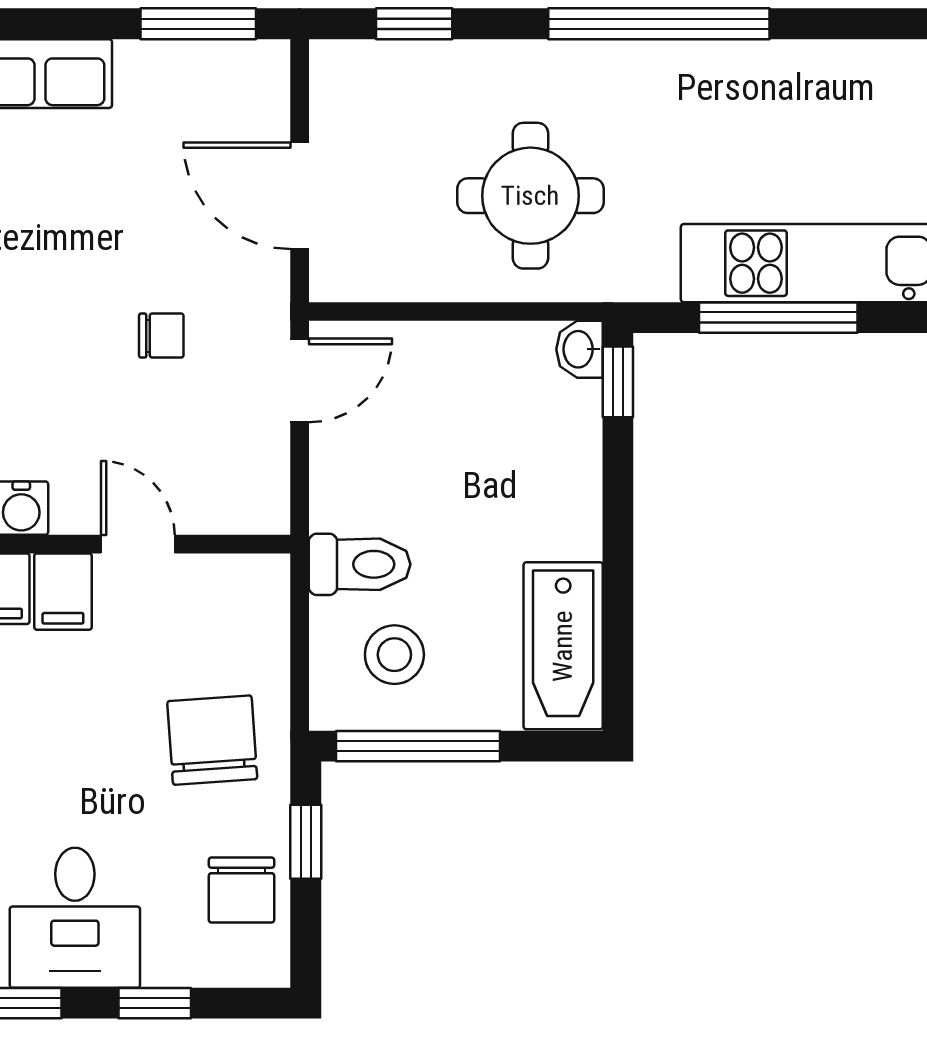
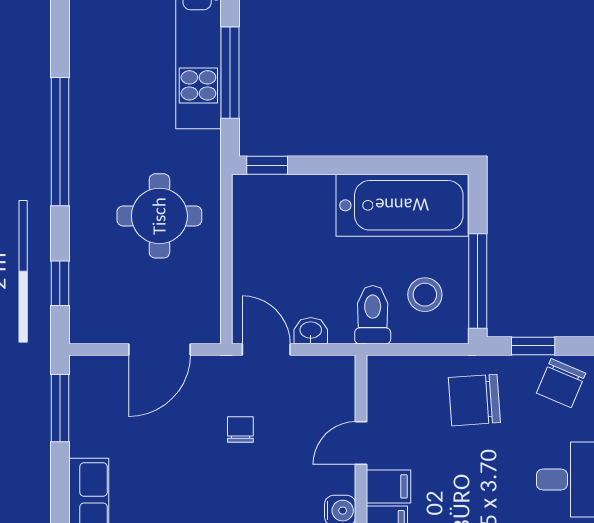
washbasin: (579, 349) -> (311, 331), moved, turned 180
bathtub: (563, 646) -> (402, 205), width x1.36, depth x1.36
chair: (242, 890) -> (561, 383), turned 113

